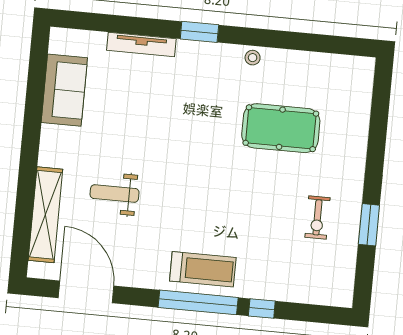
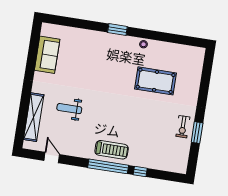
tv unit: (141, 44) -> (88, 34), removed
exercise bike: (317, 217) -> (183, 127), moved
door: (86, 292) -> (52, 158), width x0.53

